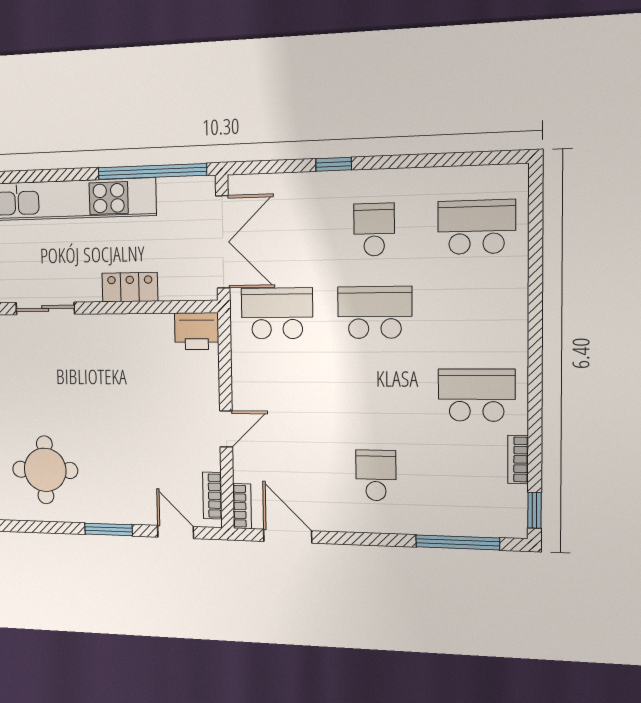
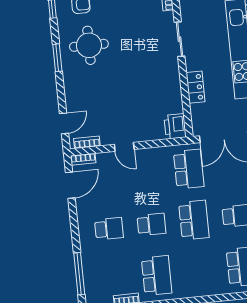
school desk: (375, 394) -> (151, 224), added
window: (109, 529) -> (57, 58), moved

